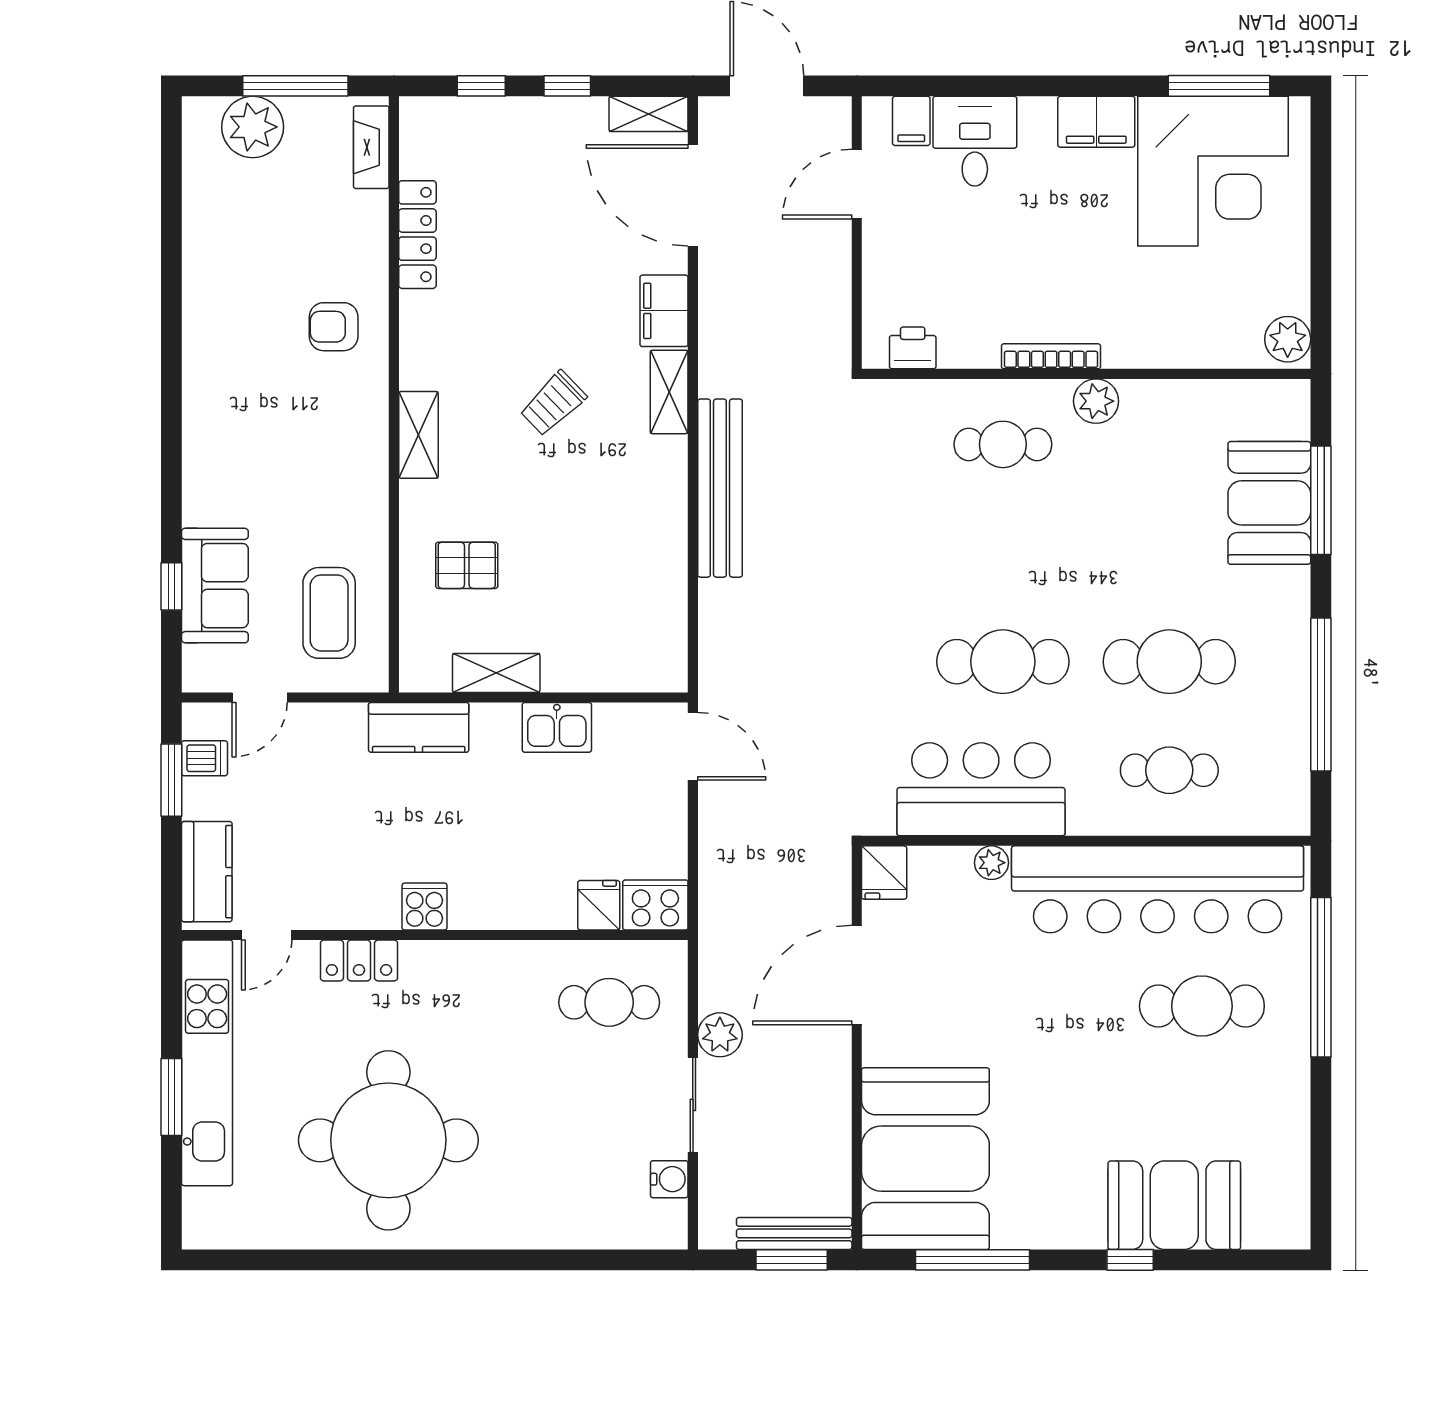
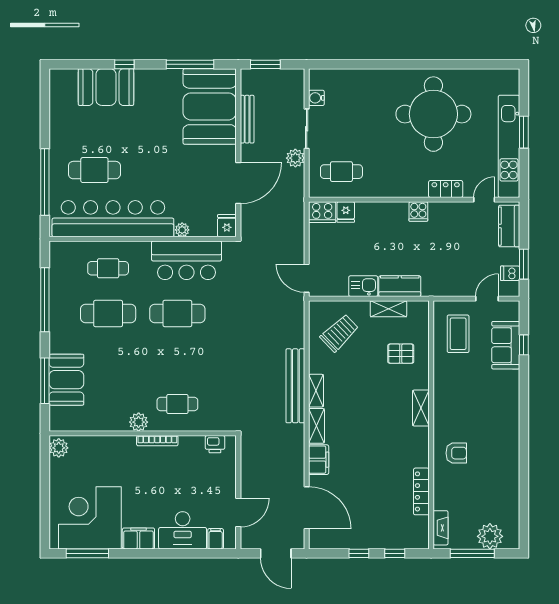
shelving: (649, 114) -> (316, 391), moved, turned 90
desk: (975, 141) -> (183, 530), width x1.37
trolley: (553, 403) -> (339, 333), moved, width x1.36, depth x1.39
kitchen counter: (419, 727) -> (400, 286), moved
bench: (794, 1233) -> (247, 119), moved, turned 90

